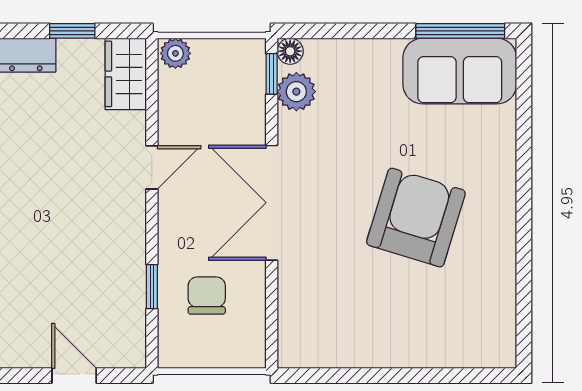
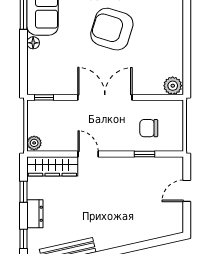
floor lamp: (290, 51) -> (33, 43), moved
wardrobe: (126, 74) -> (52, 166), width x1.50
plant: (296, 92) -> (173, 86), moved
double door: (272, 203) -> (105, 97), swing flipped

